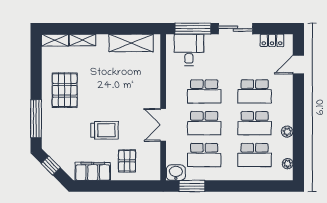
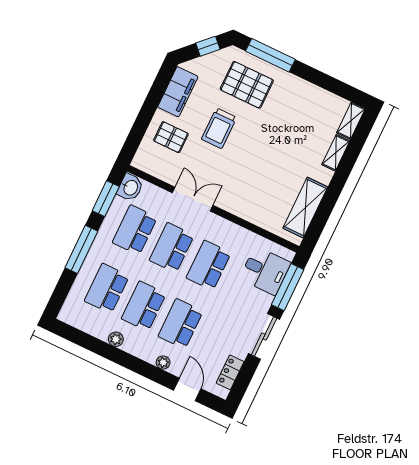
pallet: (65, 90) -> (247, 85), moved
plant: (288, 164) -> (163, 363), moved
window: (236, 186) -> (81, 249), added

